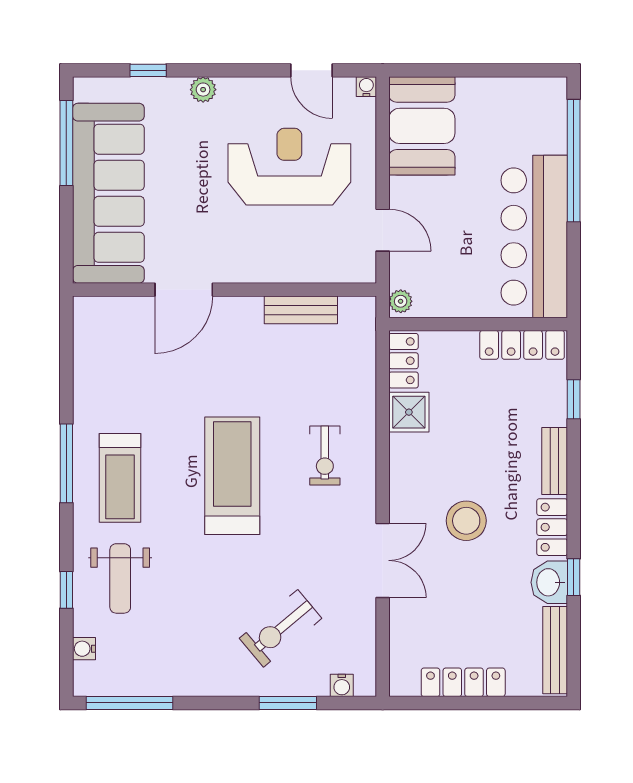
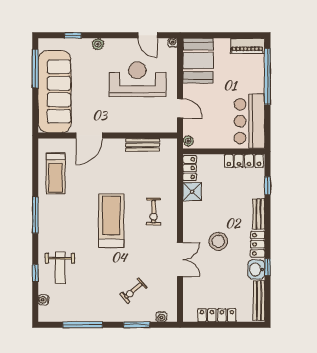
piano: (530, 93) -> (247, 46), added
bar counter: (534, 236) -> (249, 121), width x0.73
treadmill: (120, 478) -> (56, 174), moved
exercise bike: (281, 628) -> (133, 291), width x0.73, depth x0.72
window: (130, 703) -> (83, 325), moved

